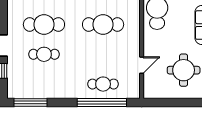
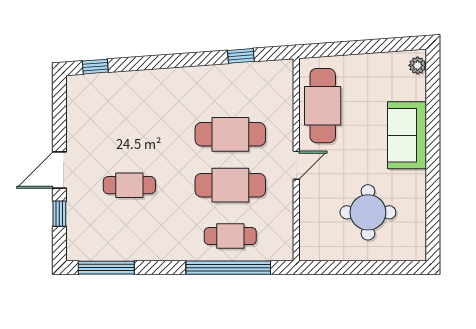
cafe table: (44, 24) -> (230, 185), moved
door: (142, 65) -> (296, 165), moved

